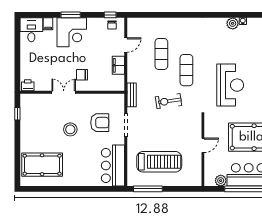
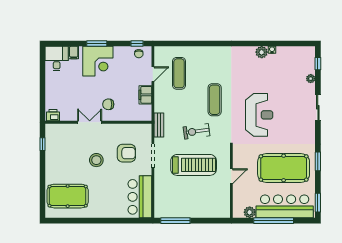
exercise mat: (161, 54) -> (179, 73), moved
treadmill: (159, 162) -> (194, 165), moved

